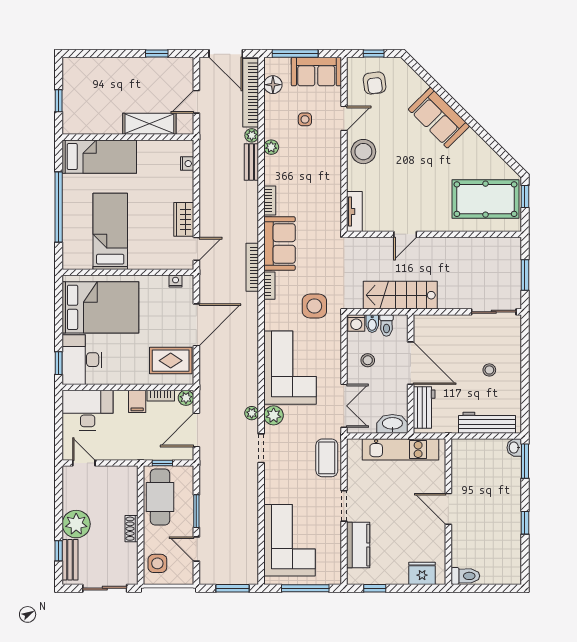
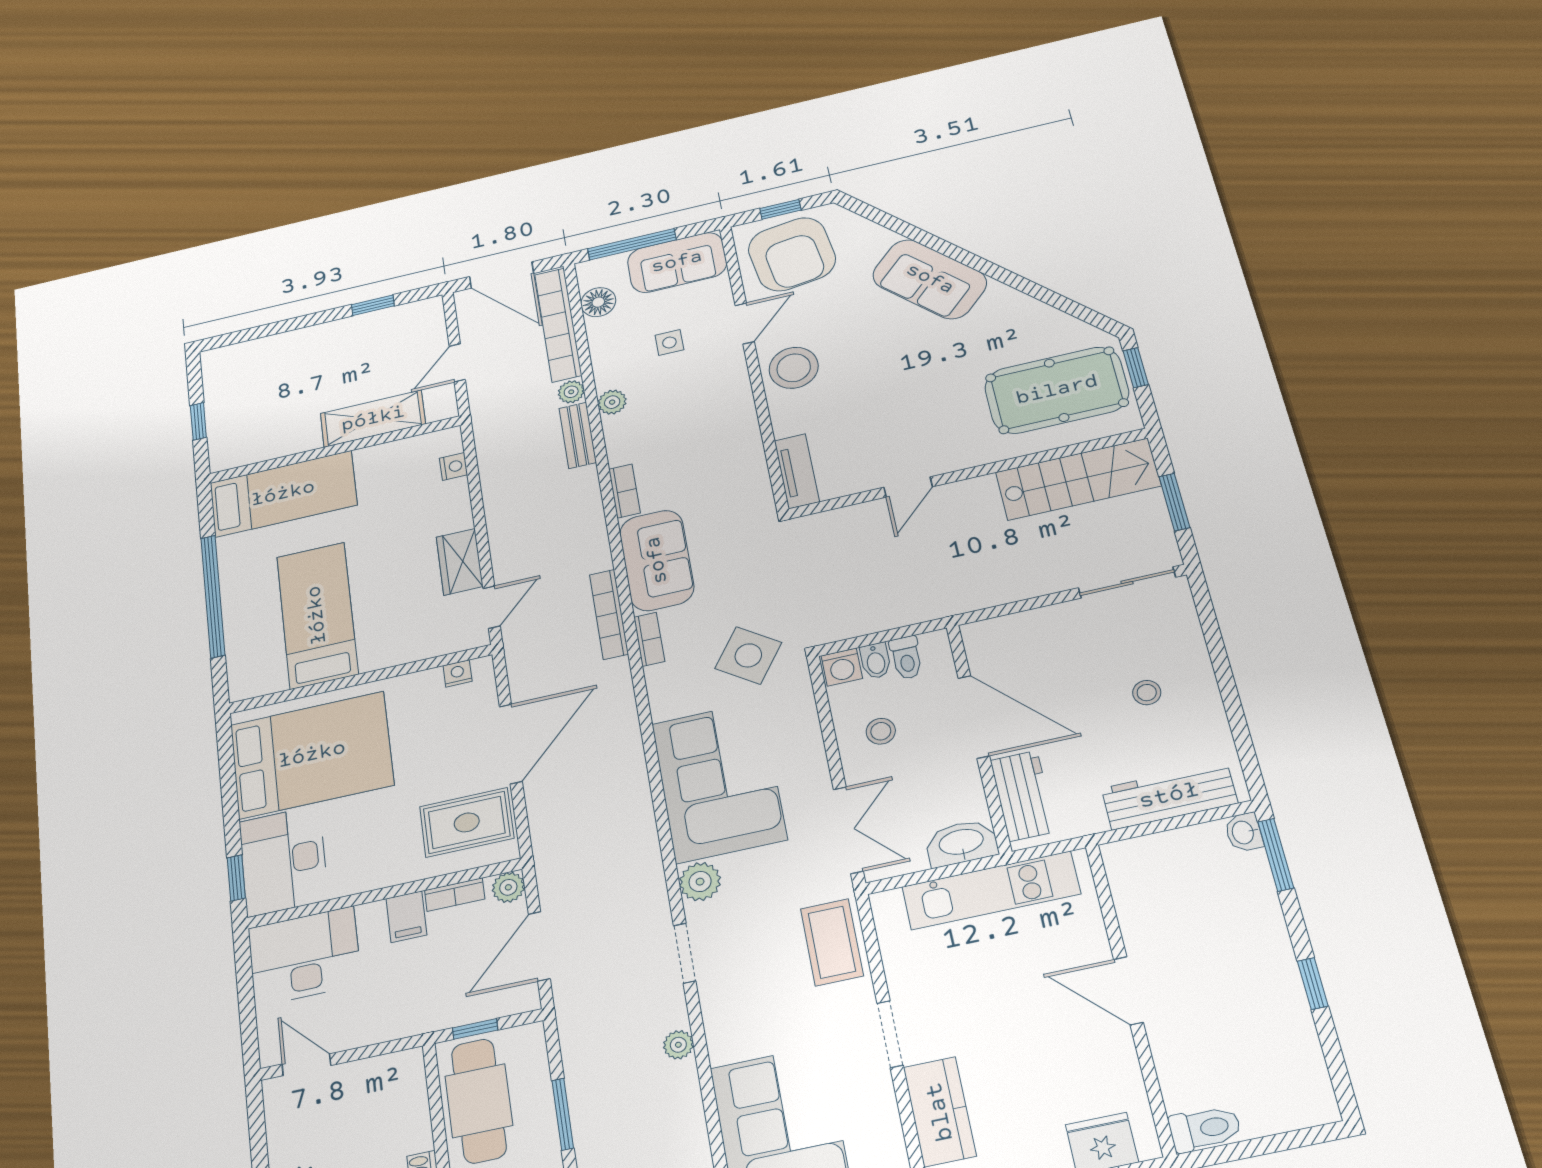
armchair: (375, 83) -> (792, 254), width x1.88, depth x1.88
stairs: (400, 295) -> (1078, 479), moved, turned 180
side table: (314, 306) -> (748, 655), turned 35
plant: (252, 413) -> (678, 1045), moved

